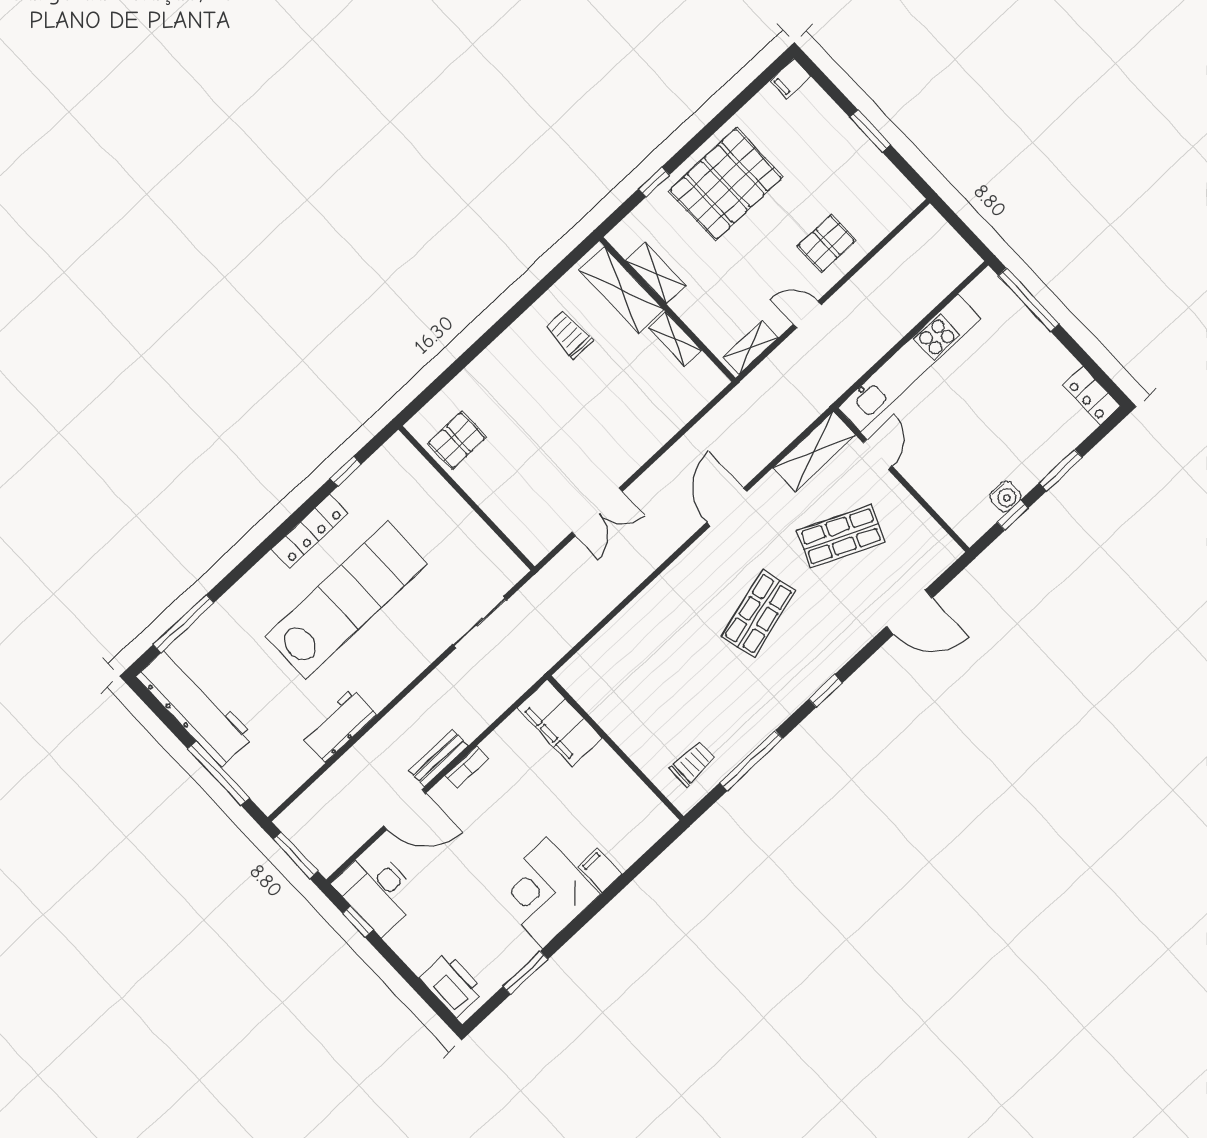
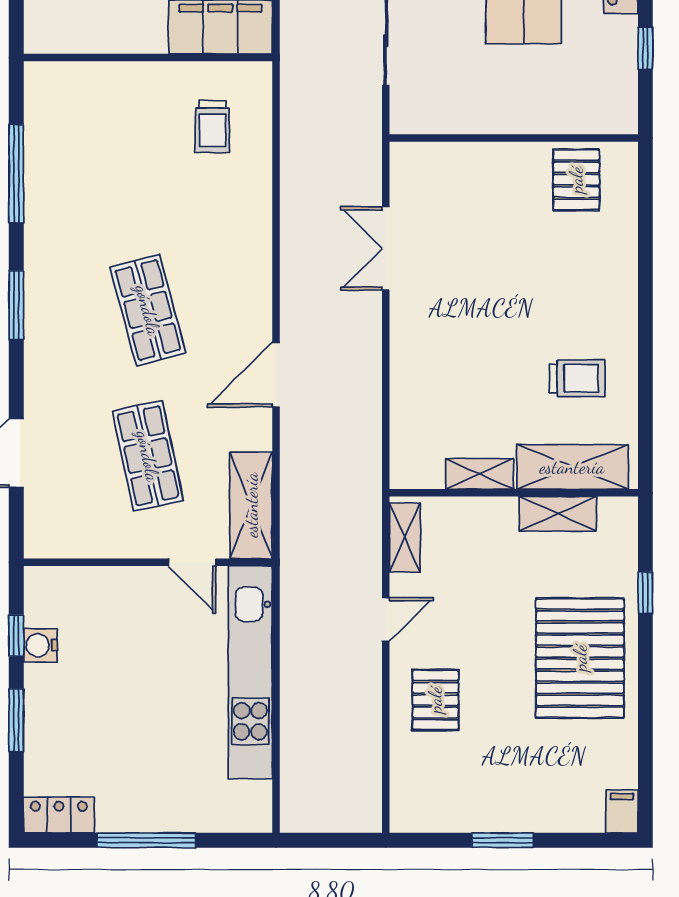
window: (1029, 300) -> (146, 840), moved
door: (727, 507) -> (276, 374), swing flipped
shop shelf: (841, 536) -> (148, 456), turned -36
window: (826, 691) -> (16, 305), width x1.50
trolley: (693, 764) -> (213, 127), moved

